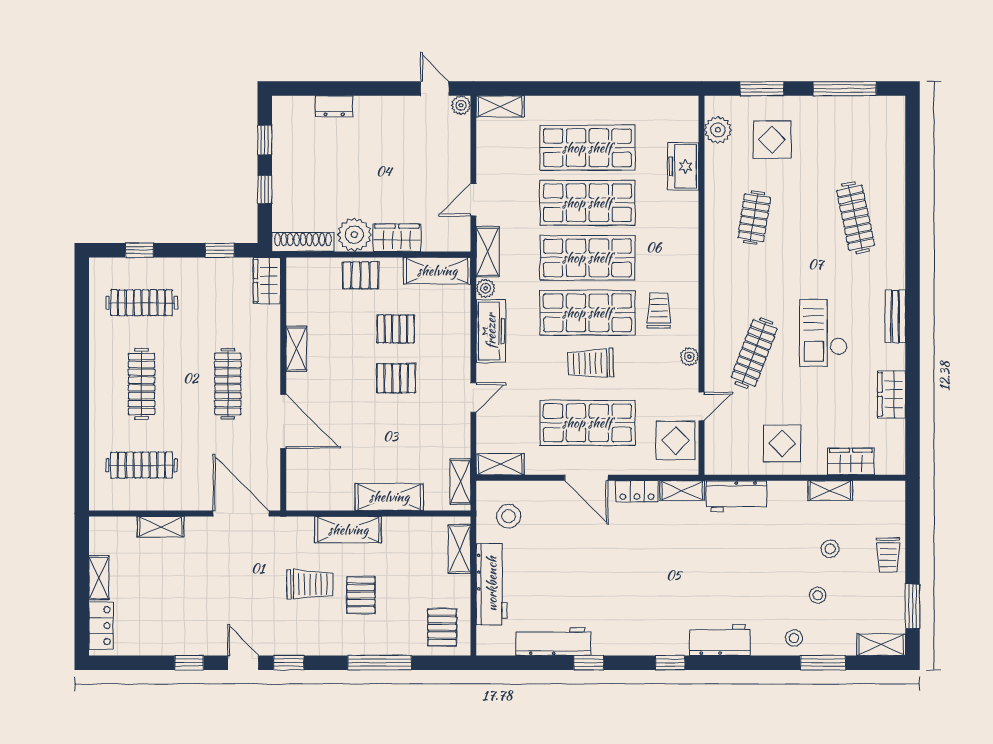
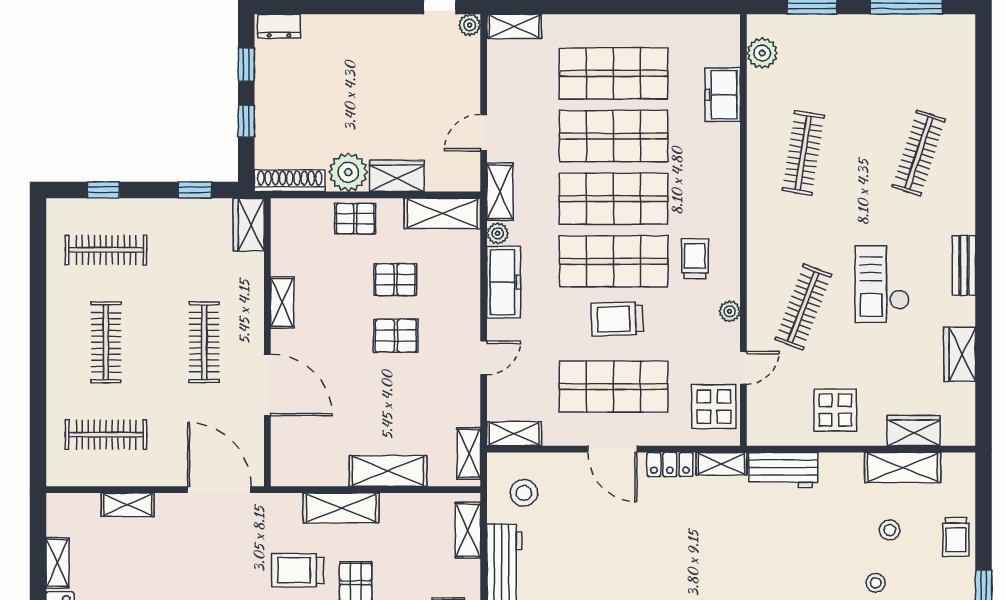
dresser: (334, 106) -> (279, 26), moved
display table: (772, 140) -> (824, 64), removed
clothes rail: (754, 218) -> (803, 153), width x1.36
clothes rail: (856, 218) -> (919, 153), turned 30
shelving: (830, 491) -> (903, 468), width x1.50, depth x1.33
trolley: (310, 584) -> (298, 570), turned 180

